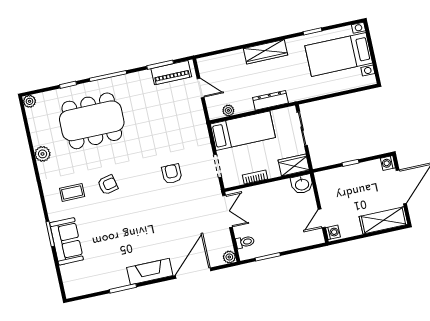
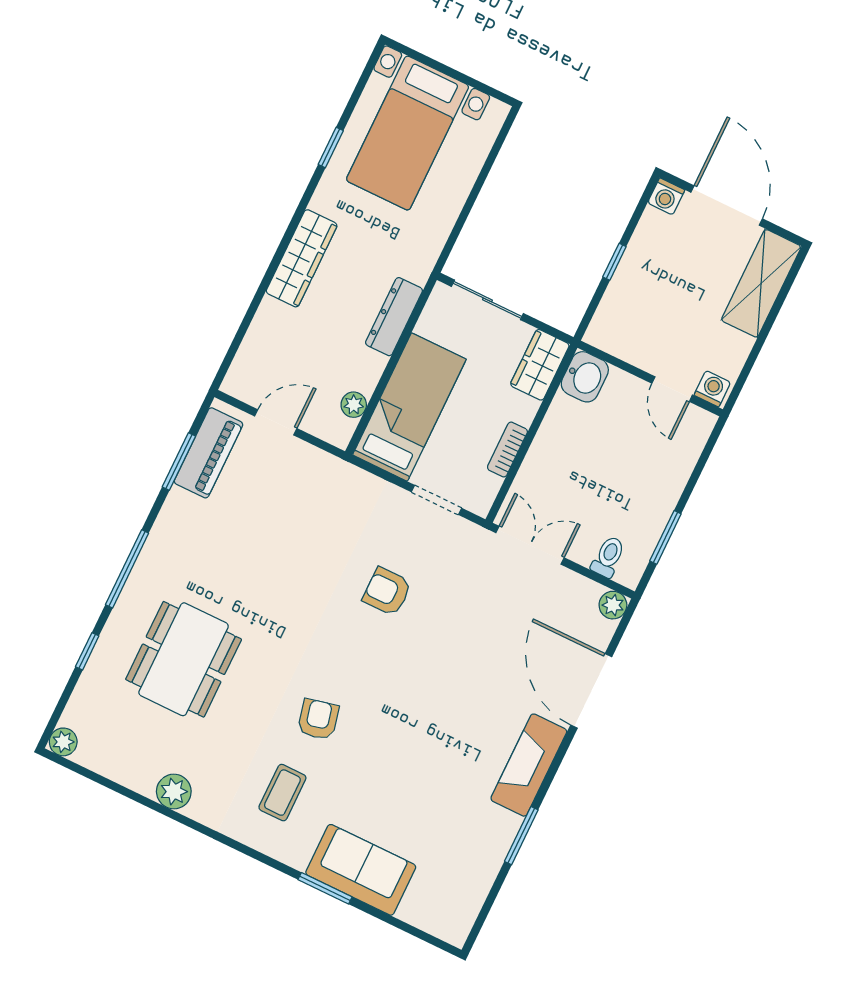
dining table: (92, 121) -> (184, 659), width x0.73, depth x0.80

